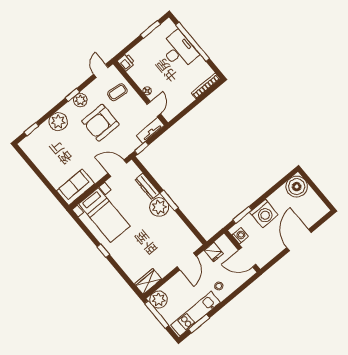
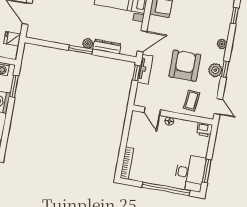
desk: (179, 50) -> (190, 173), moved, turned -90
plant: (58, 122) -> (222, 44), width x0.53, depth x0.53
tv unit: (150, 130) -> (145, 69), moved
plant: (159, 207) -> (88, 43), width x0.53, depth x0.53

